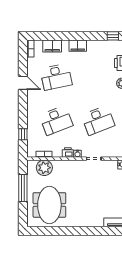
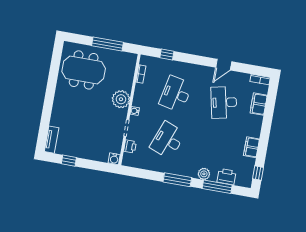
filing cabinet: (78, 46) -> (251, 147), moved
desk: (56, 120) -> (176, 94), turned 33
desk: (98, 120) -> (168, 140), turned 42
printer: (68, 152) -> (130, 146), moved
plant: (44, 168) -> (121, 99), moved

